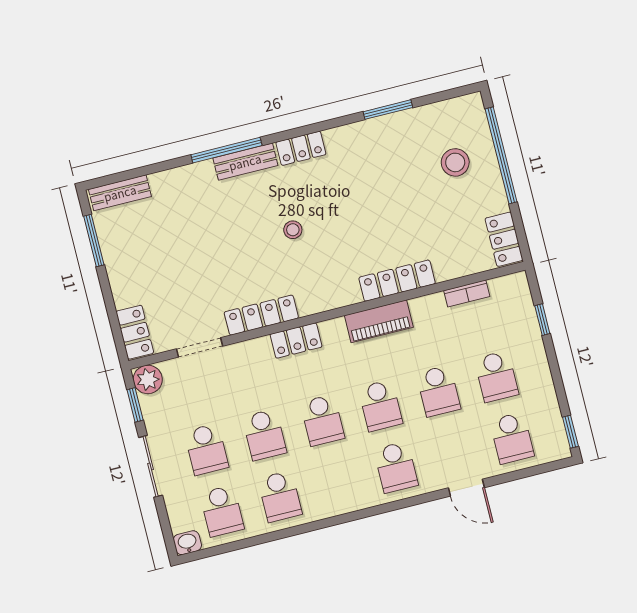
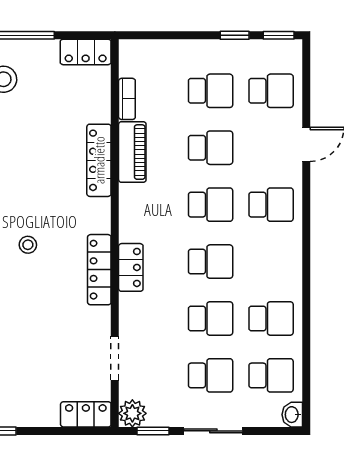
locker: (261, 315) -> (99, 270), moved
window: (542, 320) -> (235, 35), moved
piano: (379, 321) -> (132, 152), moved

